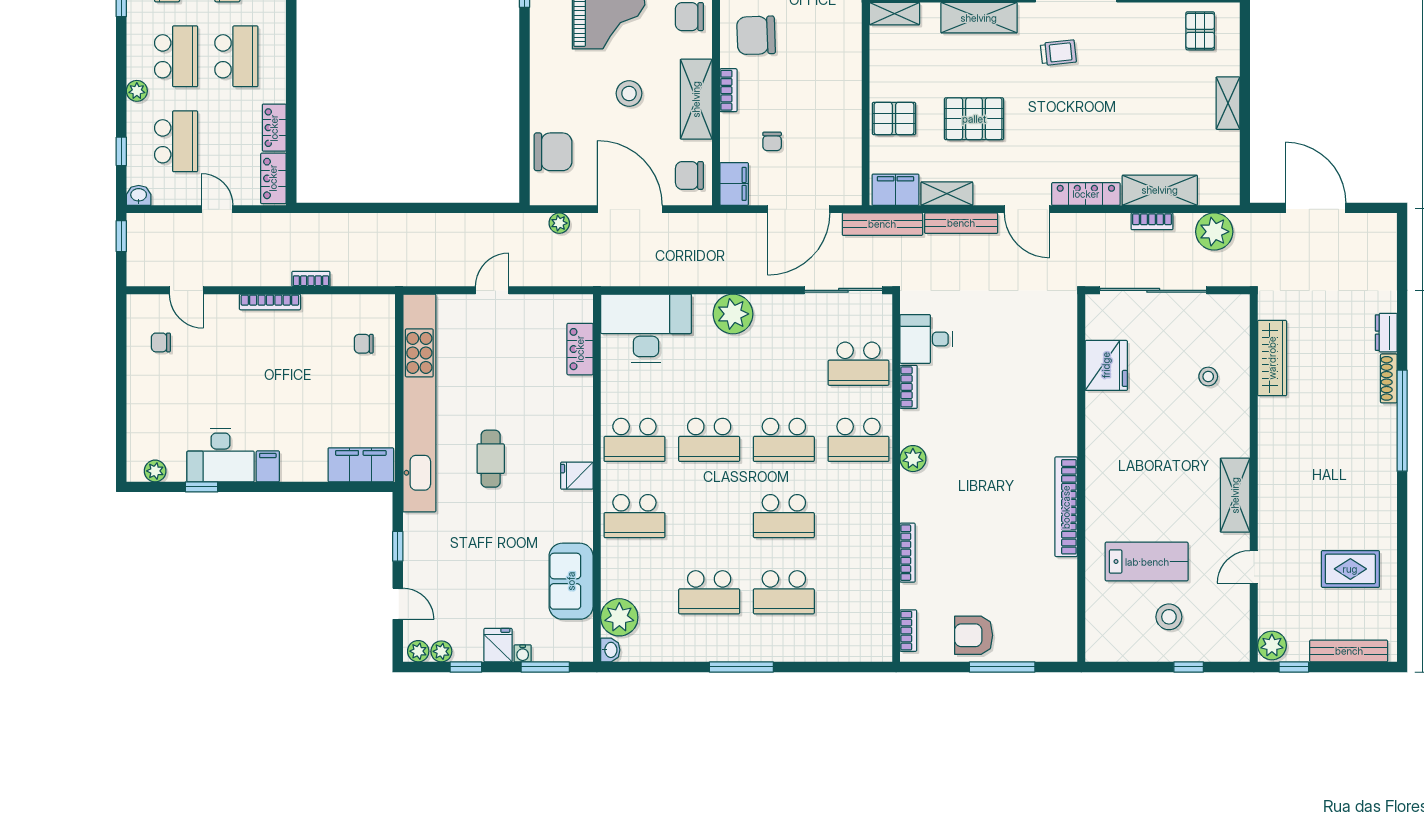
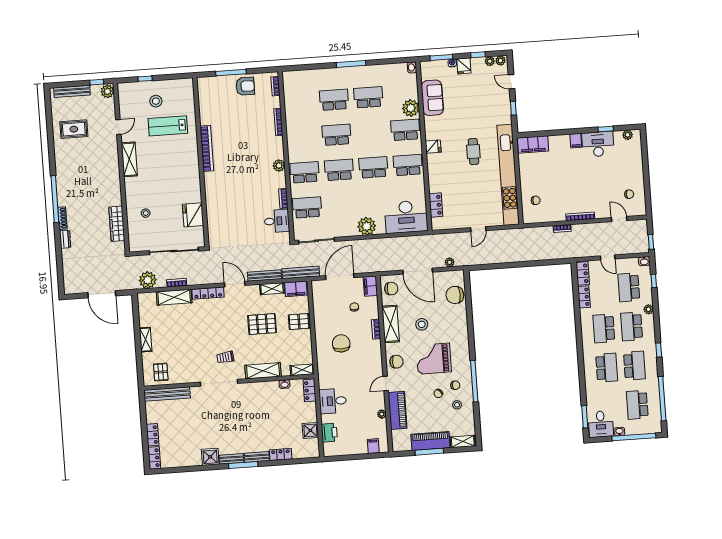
chair: (756, 35) -> (341, 343), moved, turned -88
plant: (619, 617) -> (411, 108), moved

